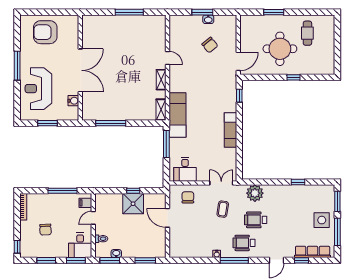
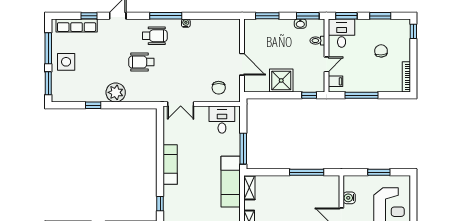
window: (133, 191) -> (309, 95), moved
plant: (255, 193) -> (116, 92), moved
coffee table: (223, 209) -> (179, 74), removed
wheelchair: (256, 220) -> (141, 62), turned 180

